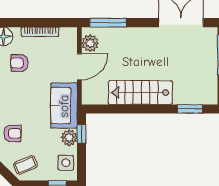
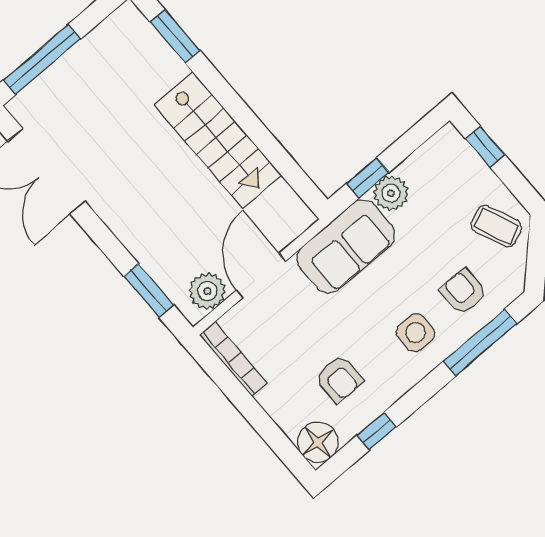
window: (108, 23) -> (149, 291), width x0.69
bookcase: (40, 32) -> (233, 359), moved
door: (79, 67) -> (261, 276), hinge flipped
side table: (66, 163) -> (416, 333), moved

